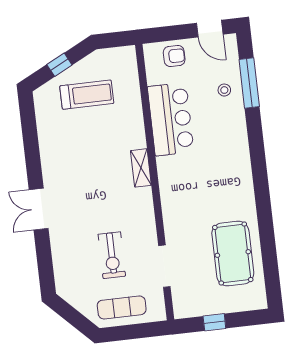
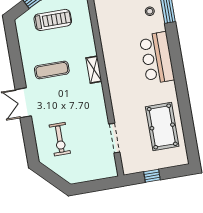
bar counter: (171, 119) -> (157, 58), moved, turned 180
exercise bike: (112, 255) -> (60, 139), moved
exercise mat: (122, 307) -> (52, 70), moved

